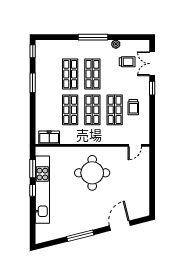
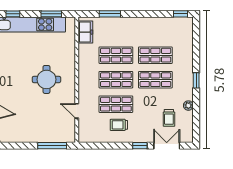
window: (93, 37) -> (196, 80), width x0.46
window: (33, 83) -> (110, 14), moved
door: (135, 145) -> (77, 111), moved
window: (152, 168) -> (52, 146), added
round table: (92, 173) -> (46, 79), width x0.73, depth x0.73
window: (33, 190) -> (13, 14), moved

